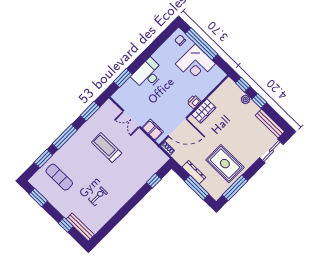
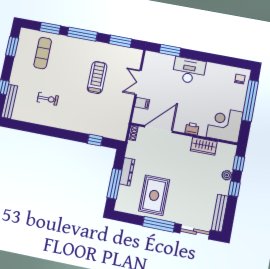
corner desk: (195, 64) -> (225, 125), moved, turned 90
wardrobe: (204, 111) -> (204, 146), moved
door: (177, 127) -> (159, 129), swing flipped
filing cabinet: (153, 130) -> (142, 103), width x0.50
window: (235, 188) -> (159, 224), moved

